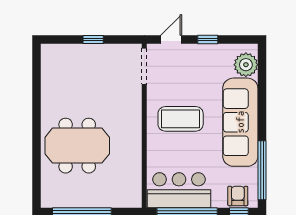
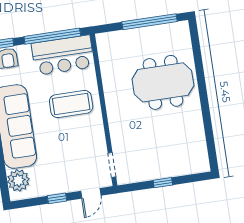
doorway: (144, 66) -> (112, 165), width x0.73
coffee table: (181, 119) -> (71, 104), moved

